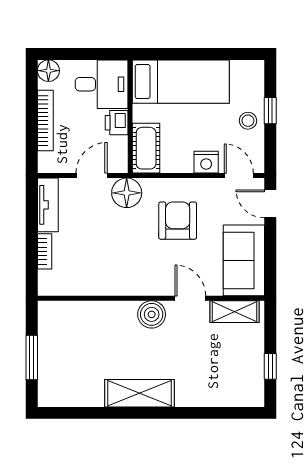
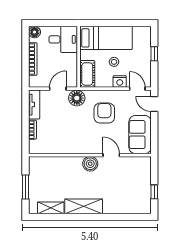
stool: (248, 121) -> (114, 62), moved
printer: (117, 123) -> (71, 60), removed
shelving: (234, 312) -> (51, 208), moved

